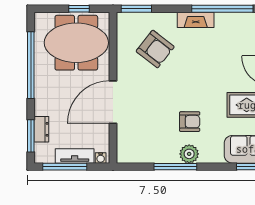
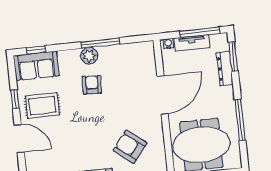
window: (31, 65) -> (240, 120), width x0.68
armchair: (190, 122) -> (92, 85), turned 93
dresser: (41, 129) -> (225, 69), width x1.44

